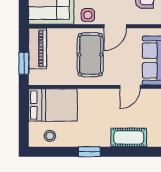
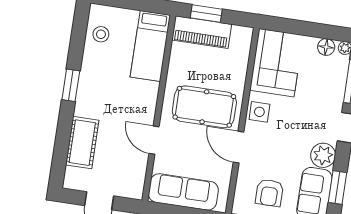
piano: (38, 48) -> (202, 32), moved
door: (130, 87) -> (154, 140), moved
bed: (53, 105) -> (150, 46), width x0.67

